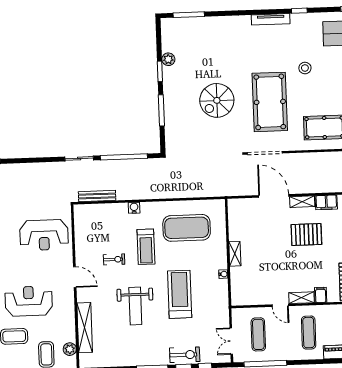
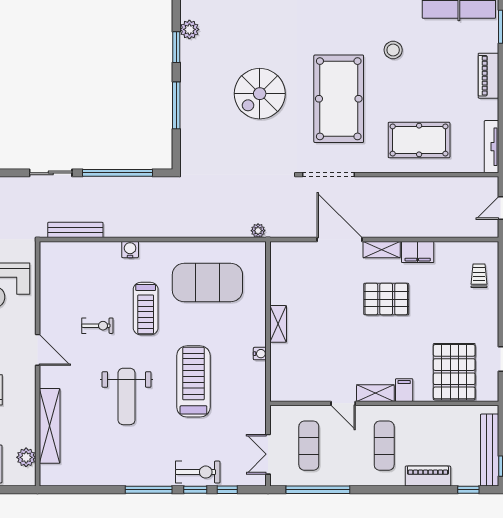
plant: (219, 192) -> (258, 231), added

